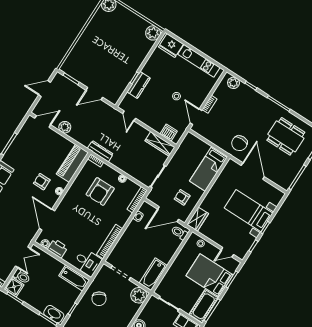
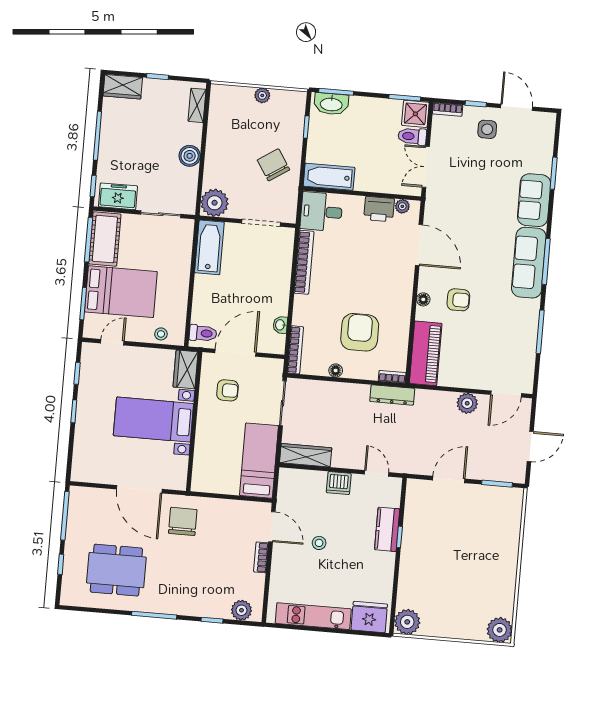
dishwasher: (169, 133) -> (339, 483), moved
bed: (209, 169) -> (259, 461), moved
bed with nightstands: (249, 211) -> (153, 420), moved, turned 180

